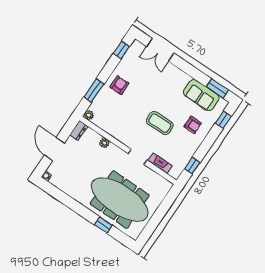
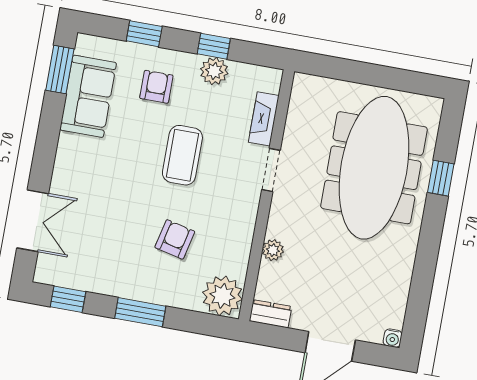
armchair: (119, 85) -> (175, 239), moved, turned 103
window: (94, 91) -> (140, 312), moved
plant: (89, 115) -> (222, 296), width x1.87, depth x1.87
window: (223, 120) -> (144, 34), moved
plant: (189, 151) -> (214, 71), added
window: (192, 166) -> (214, 46), moved

